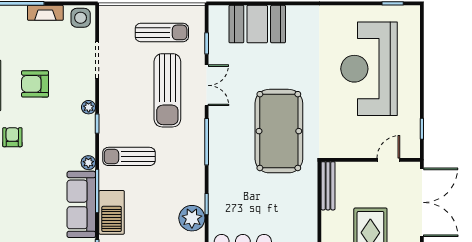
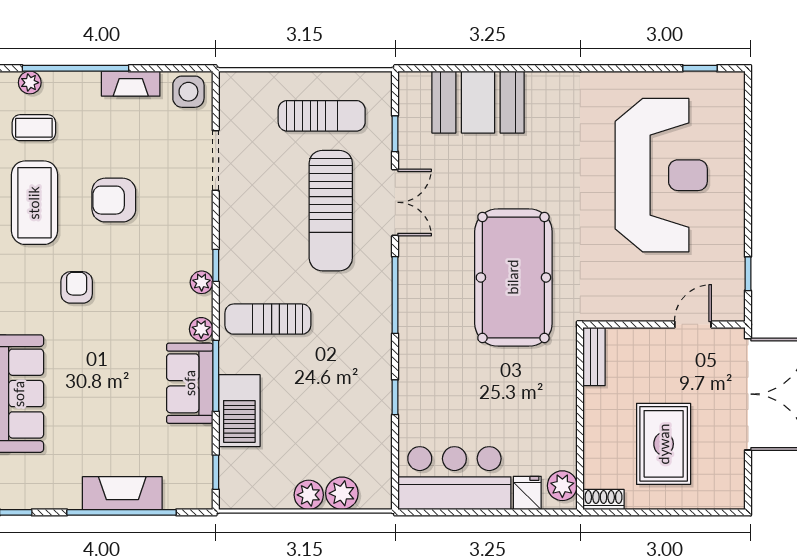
reception desk: (369, 69) -> (661, 175), turned 180
plant: (89, 107) -> (202, 282), moved
bench: (328, 186) -> (594, 356), width x0.73
sofa: (81, 204) -> (190, 383), width x0.73
plant: (192, 218) -> (371, 420), removed

